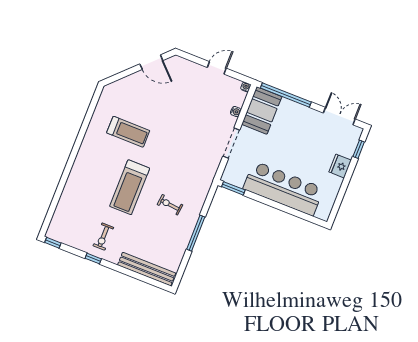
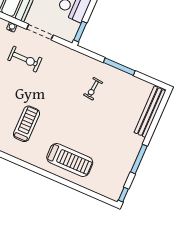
treadmill: (130, 187) -> (70, 160), moved
exercise bike: (103, 237) -> (25, 59), moved, width x1.38, depth x1.39
window: (93, 259) -> (139, 159), width x2.17

